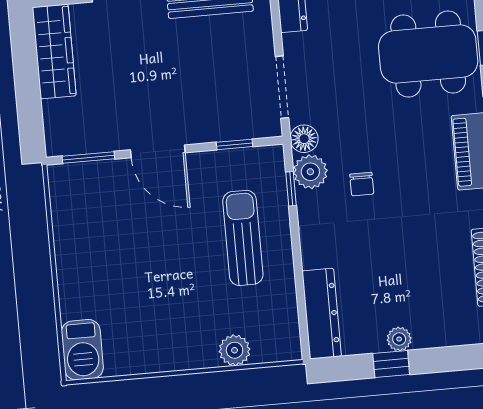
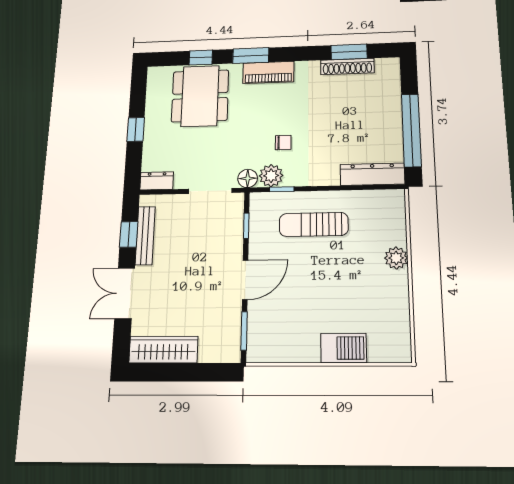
plant: (399, 339) -> (394, 124), removed
barbecue: (82, 350) -> (344, 348), moved
plant: (235, 350) -> (396, 258), moved
window: (391, 364) -> (411, 130), width x3.17

